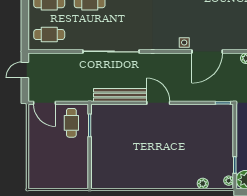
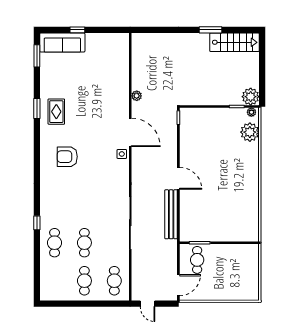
door: (158, 103) -> (178, 178), swing flipped
cafe table: (71, 123) -> (197, 260), turned 90
plant: (203, 184) -> (250, 132), width x1.87, depth x1.87

